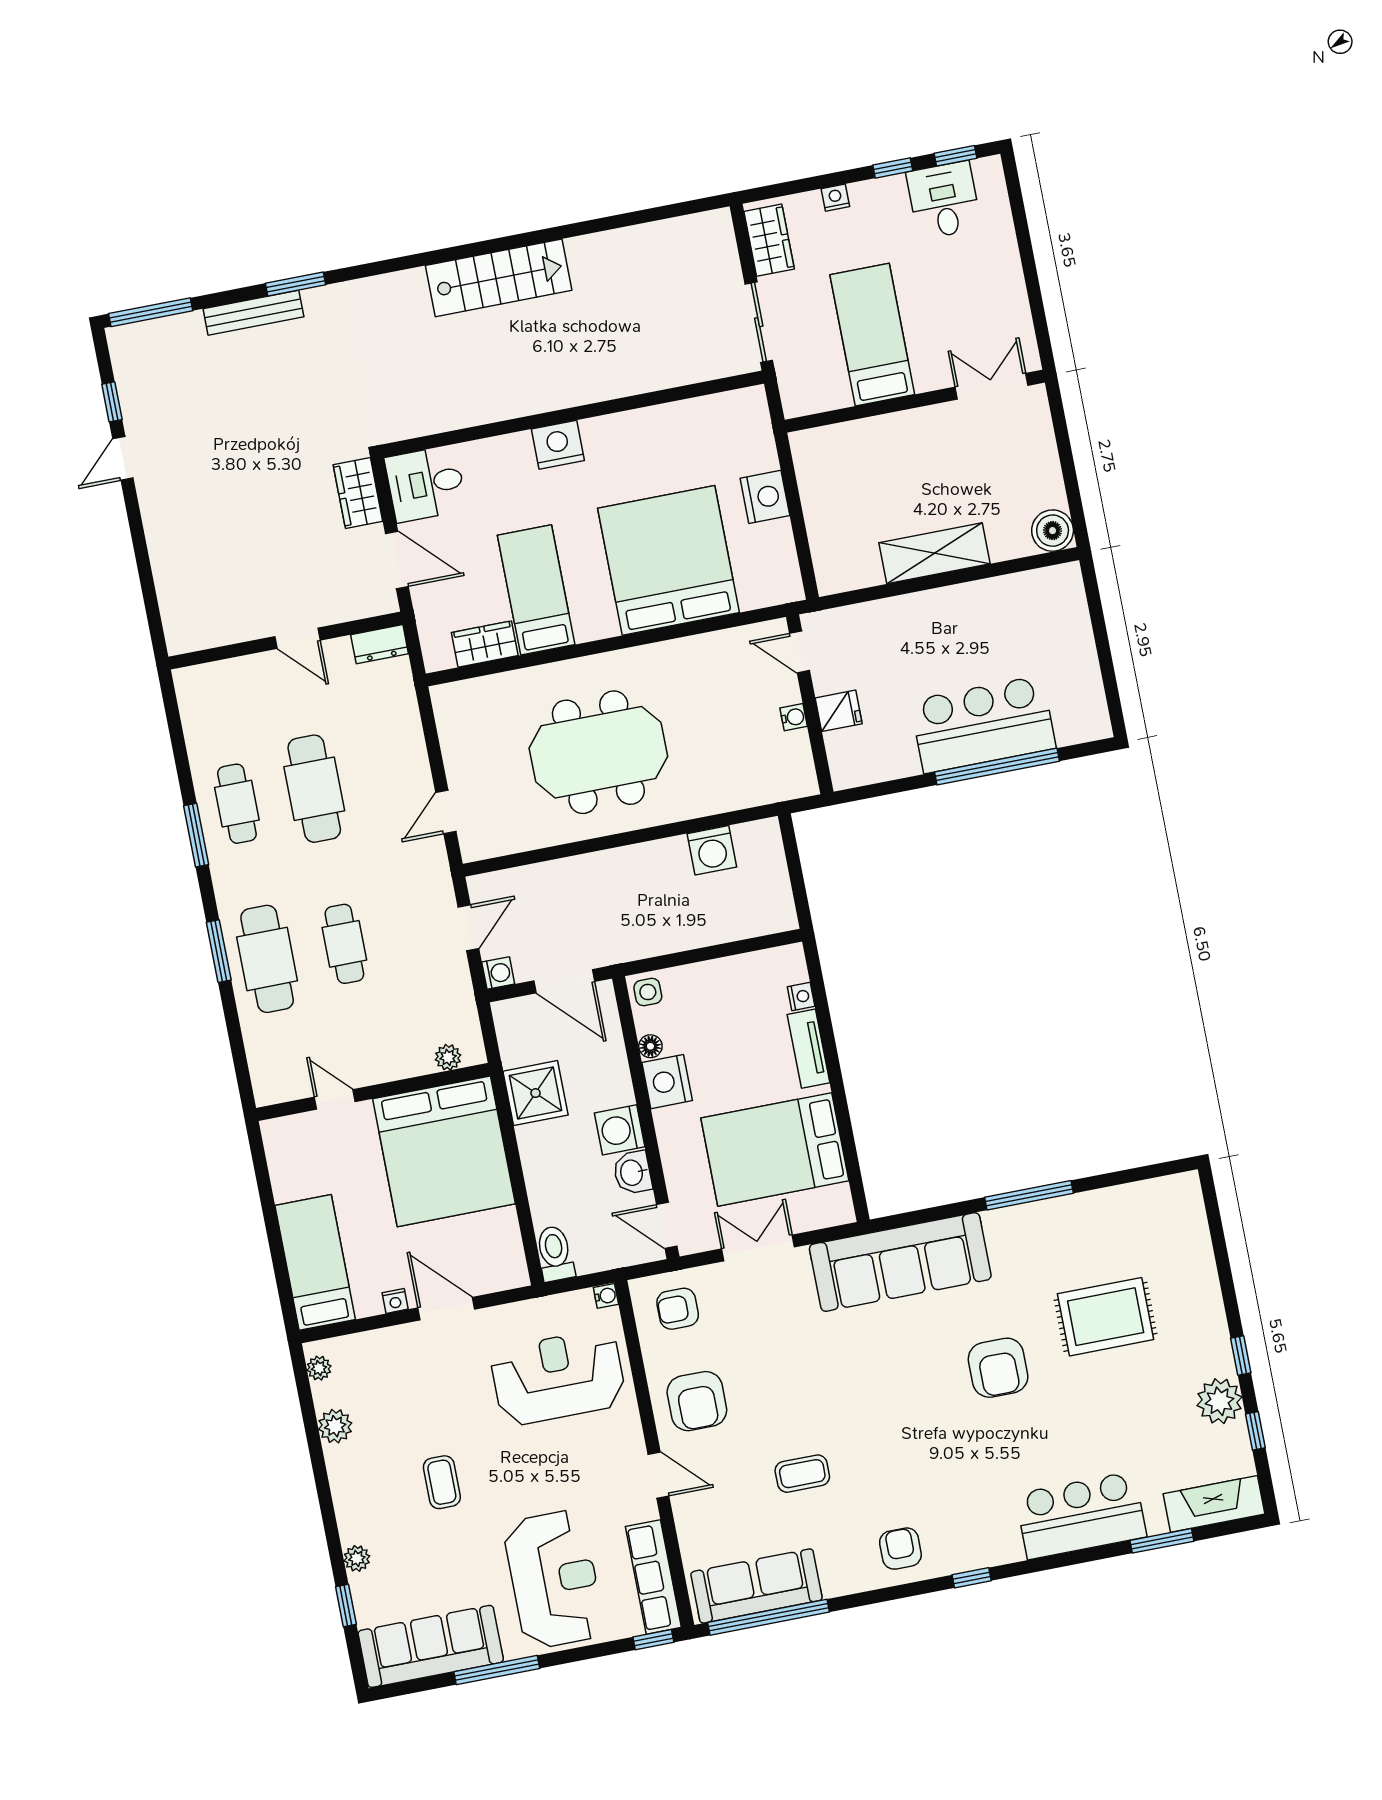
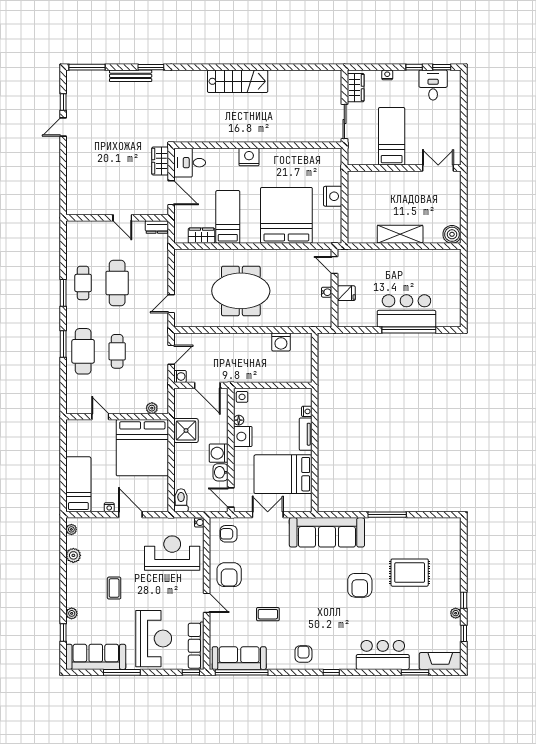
plant: (1220, 1401) -> (456, 613), width x0.53, depth x0.53

